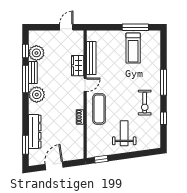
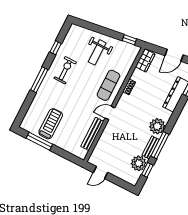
wardrobe: (78, 66) -> (145, 60), moved

